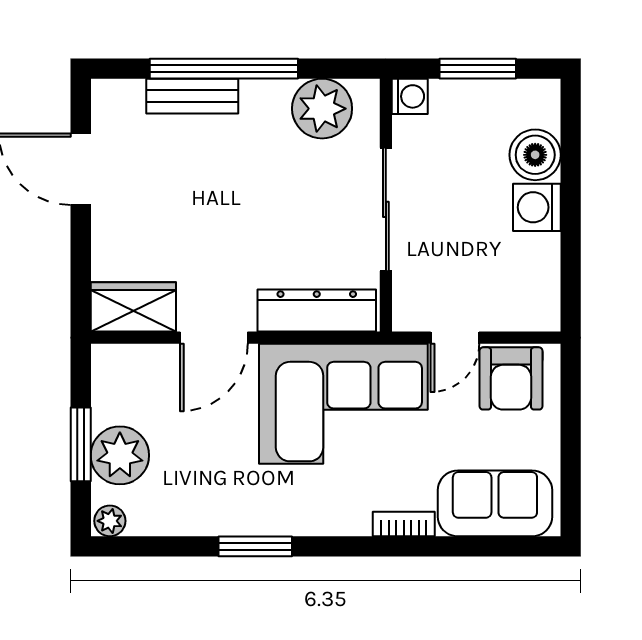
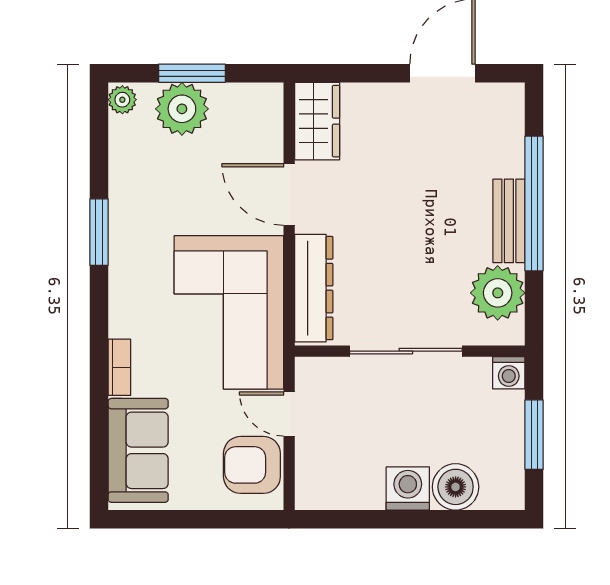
bench: (192, 96) -> (509, 221), moved

